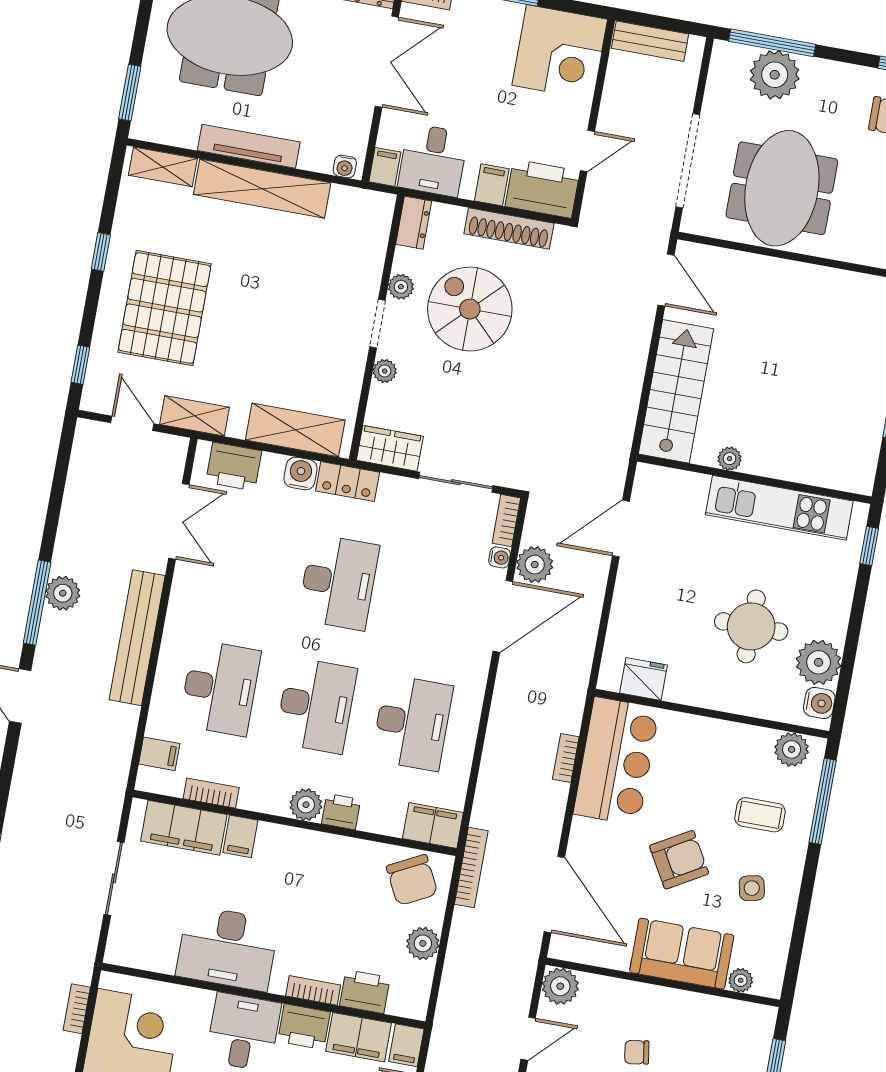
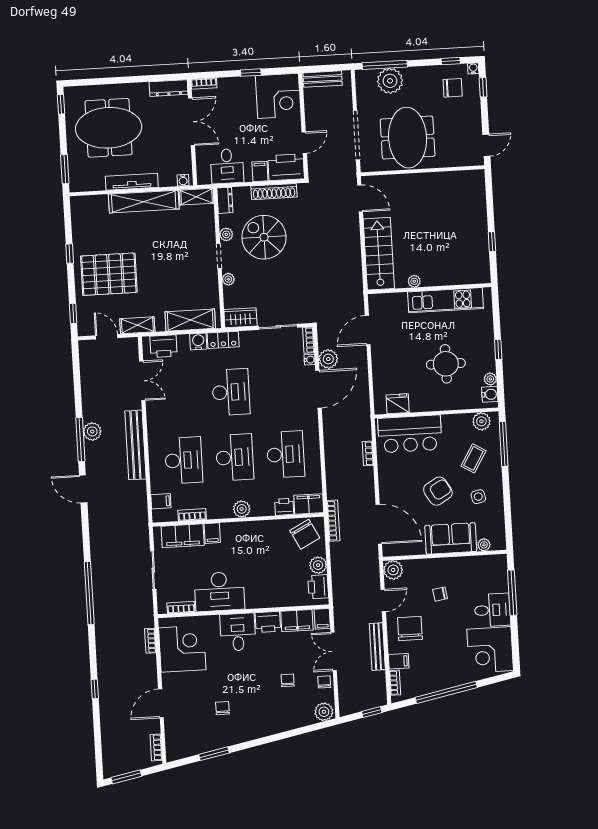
shelving: (163, 167) -> (197, 197), moved
filing cabinet: (385, 167) -> (203, 175), removed
pallet: (165, 308) -> (109, 274), turned 90
window: (869, 546) -> (498, 349), moved
plant: (819, 662) -> (490, 379), width x0.53, depth x0.53
bar counter: (616, 761) -> (410, 434), moved, turned 90
printer: (341, 812) -> (284, 507), moved
coffee table: (760, 815) -> (473, 458), turned -59
bookcase: (313, 990) -> (181, 607), moved
printer: (365, 992) -> (318, 587), moved, turned -90

